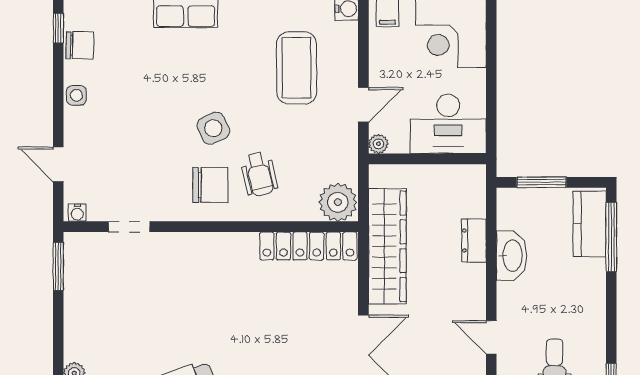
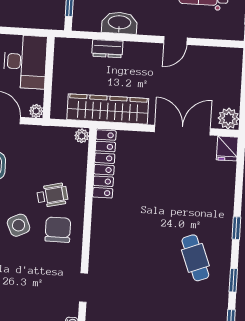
plant: (338, 202) -> (82, 136), width x0.53, depth x0.53

